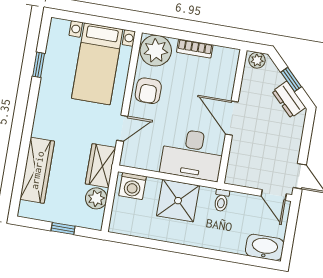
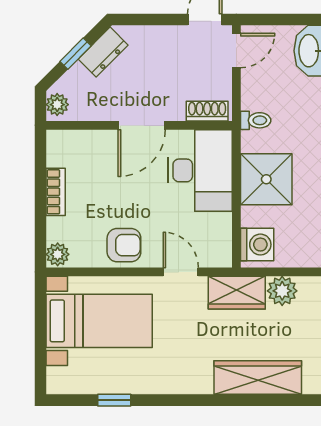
plant: (156, 51) -> (58, 254), width x0.53, depth x0.53
shoe rack: (234, 167) -> (207, 111), added

